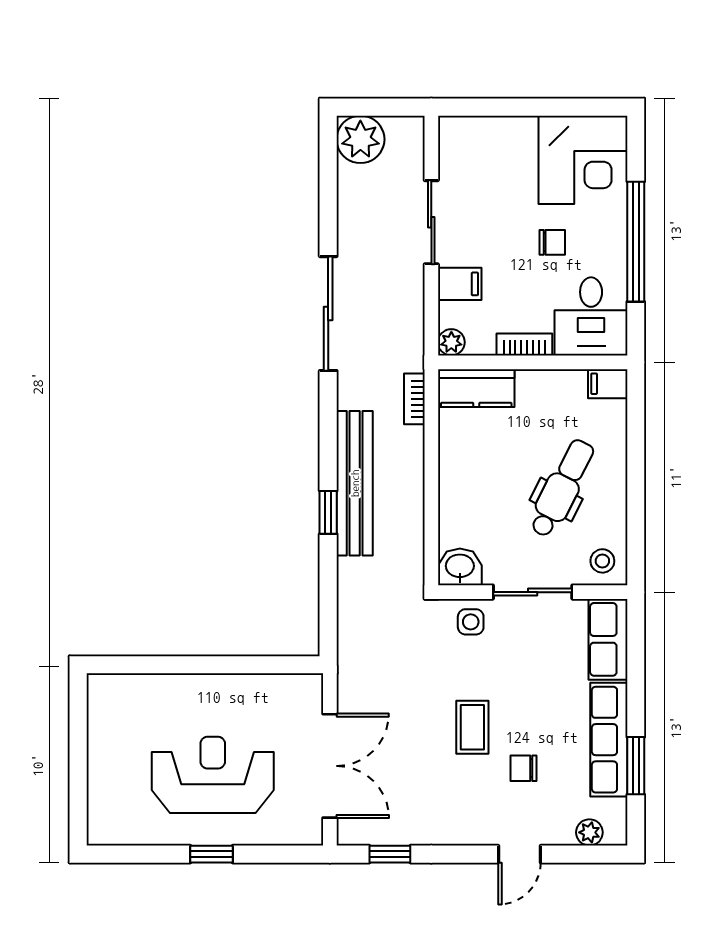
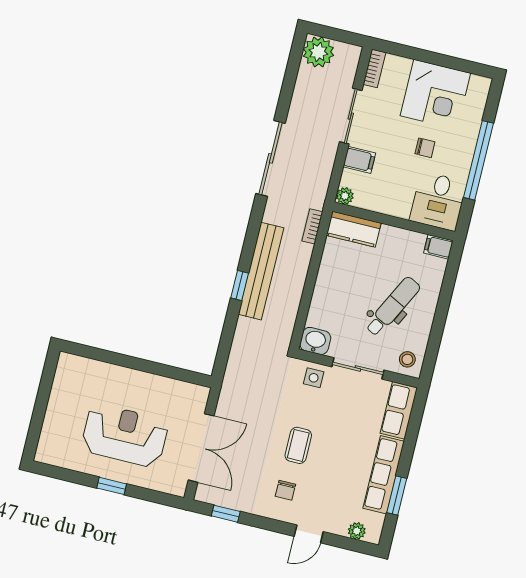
corner desk: (583, 160) -> (435, 94), moved
bookcase: (524, 344) -> (374, 69), moved, turned 90
chair: (524, 768) -> (285, 490), moved, turned -90

